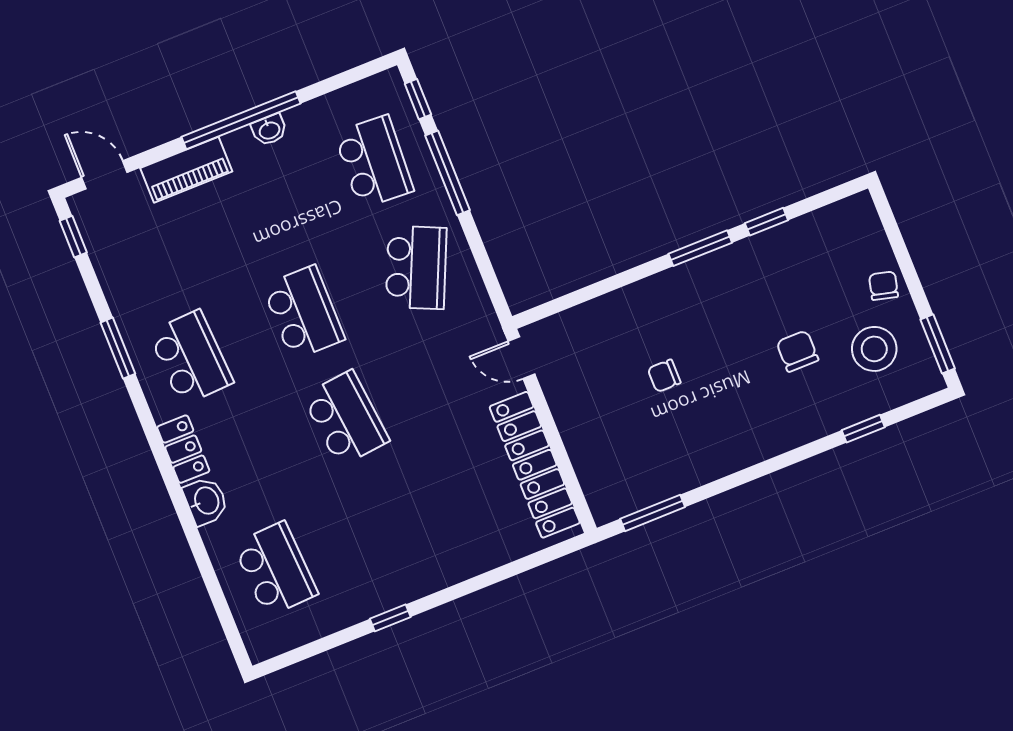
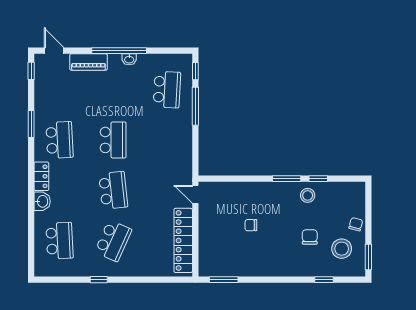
stool: (758, 266) -> (308, 195), added
school desk: (416, 267) -> (113, 241), moved

